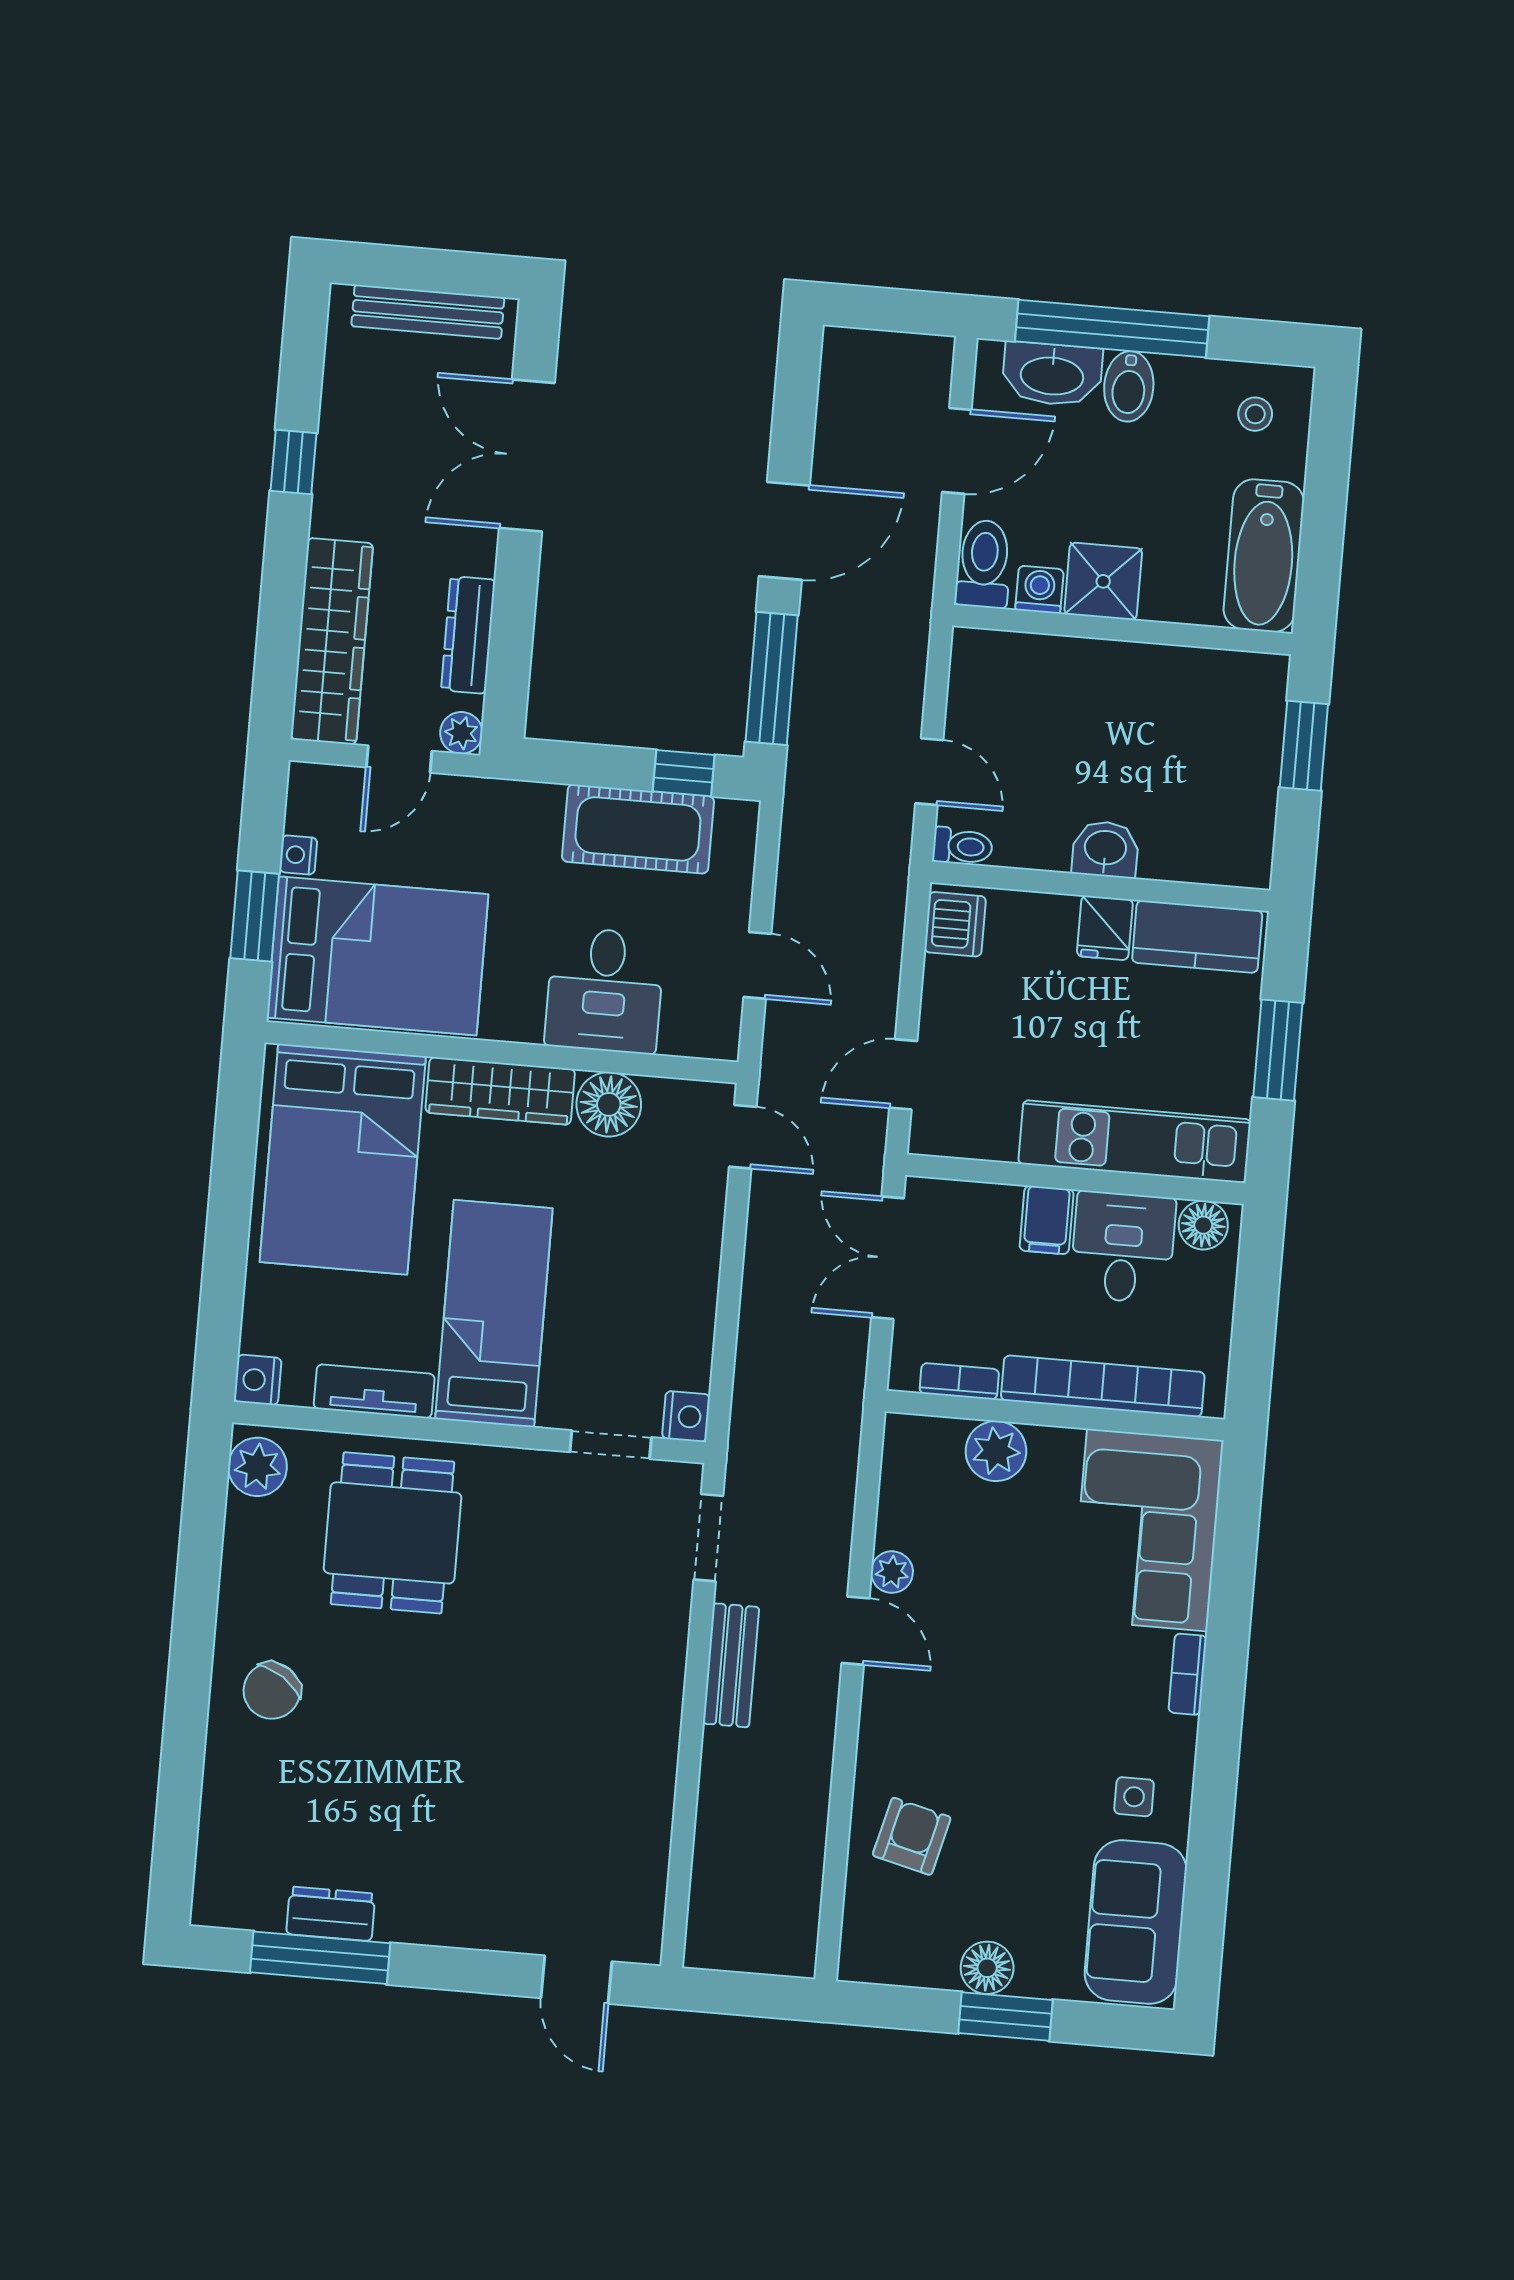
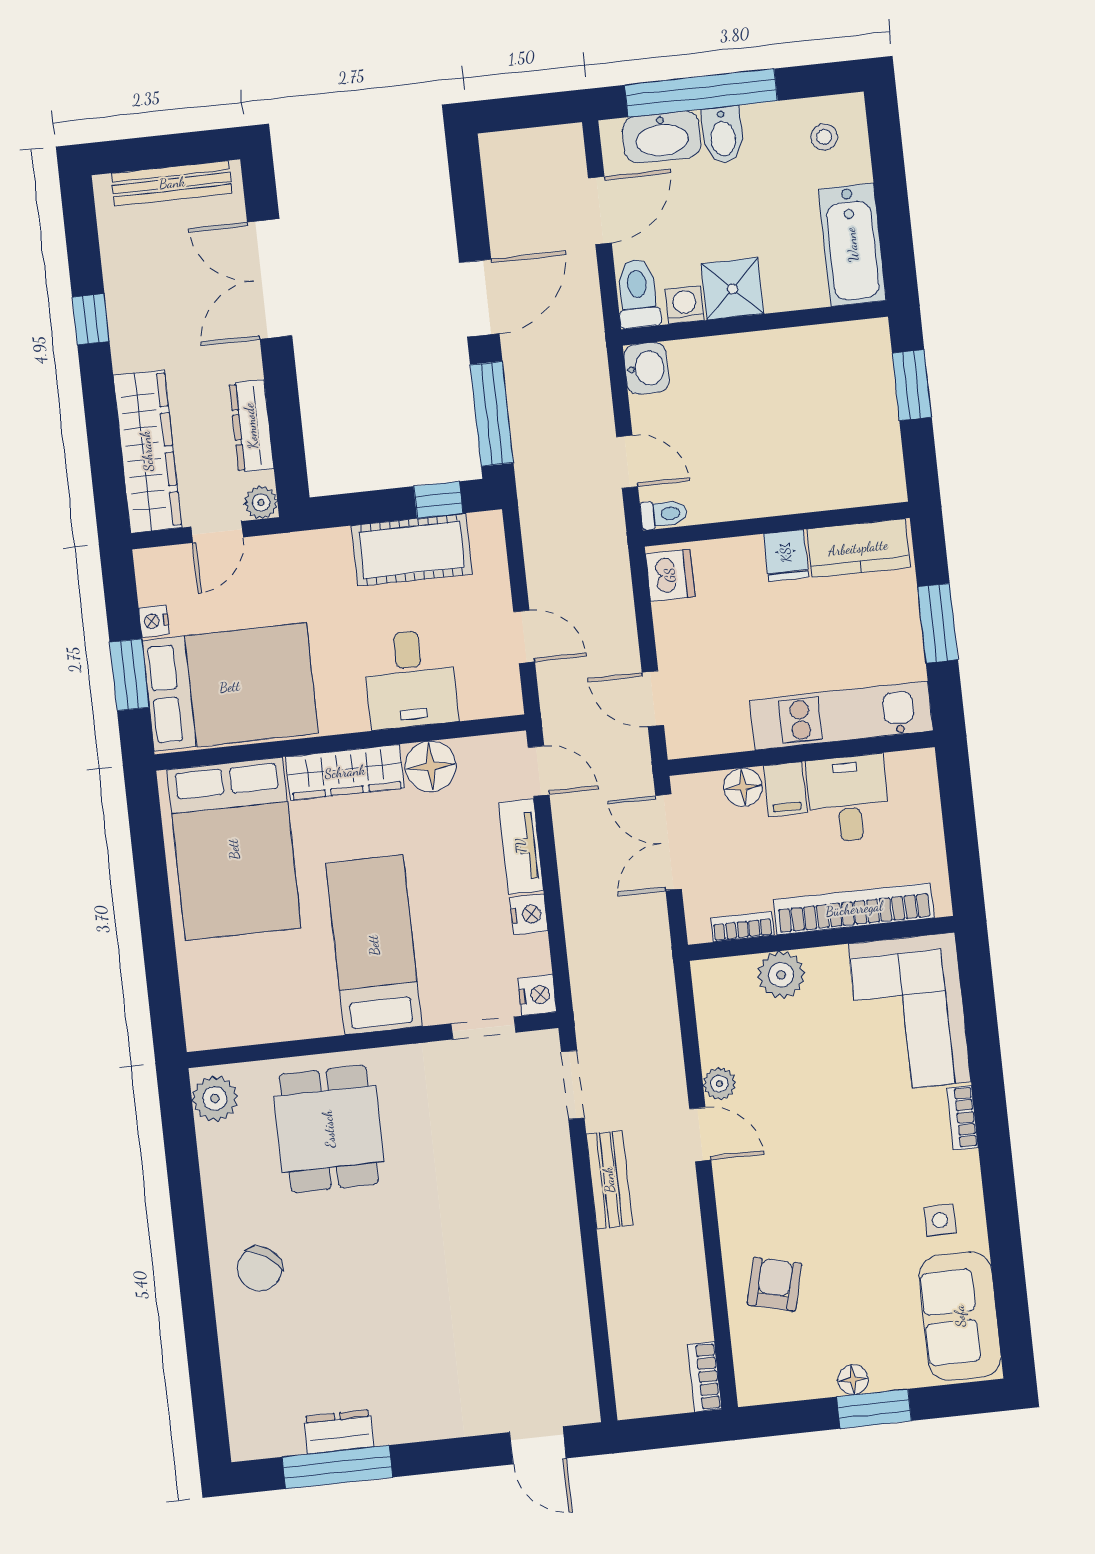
washbasin: (1105, 849) -> (647, 368), moved, turned 90
door: (903, 1074) -> (653, 699), hinge flipped
floor lamp: (1203, 1225) -> (743, 787), moved
nightstand: (258, 1380) -> (529, 914), moved, turned 180
tv unit: (374, 1391) -> (521, 846), moved, turned -90
bookcase: (802, 1935) -> (705, 1377), added
floor lamp: (987, 1968) -> (853, 1380), width x0.73, depth x0.73

